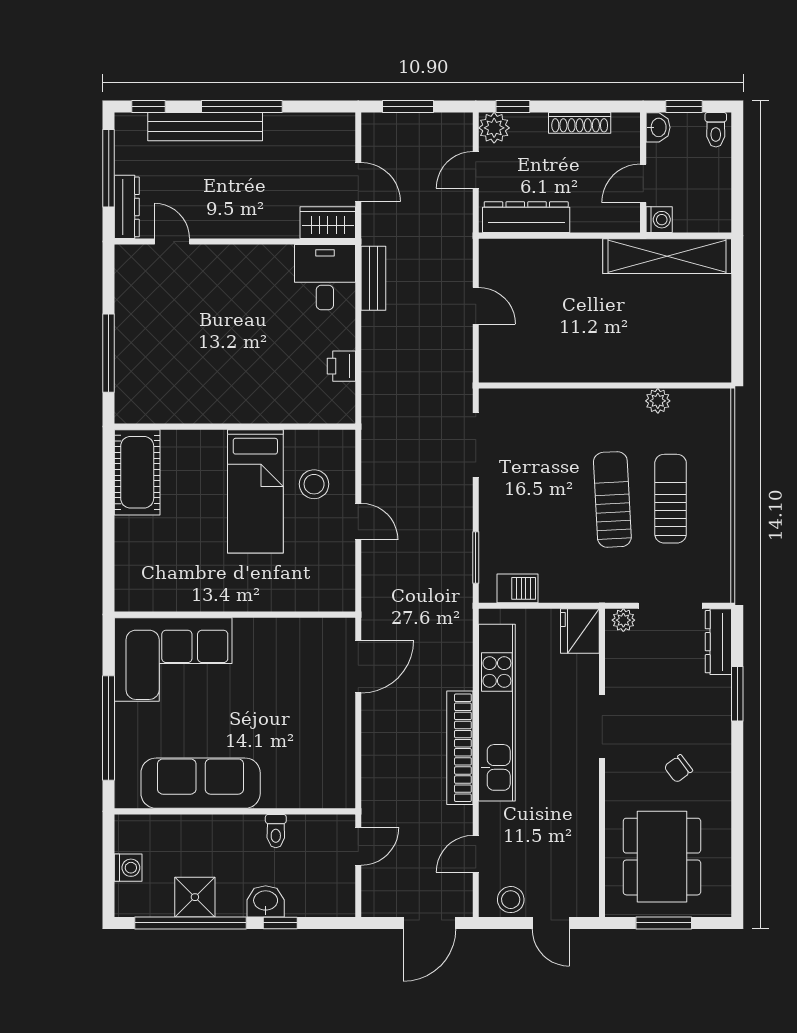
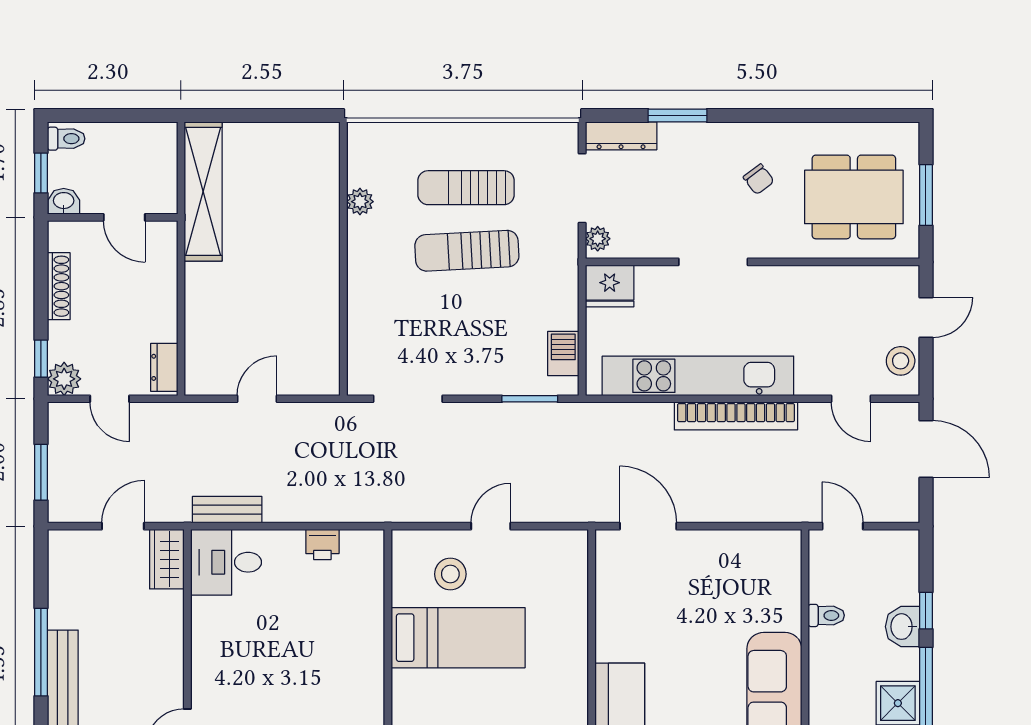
dresser: (526, 217) -> (164, 367), width x0.51, depth x0.80
washing machine: (659, 220) -> (164, 200), removed

